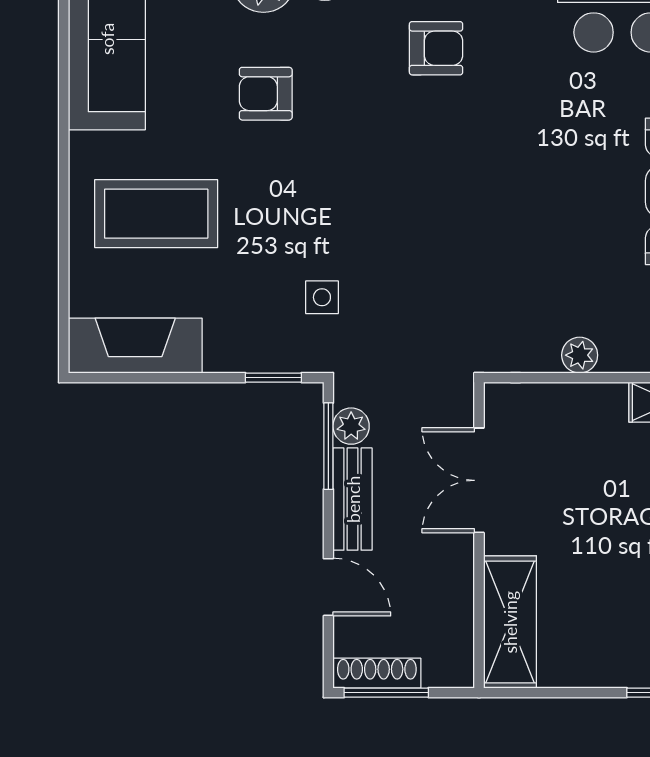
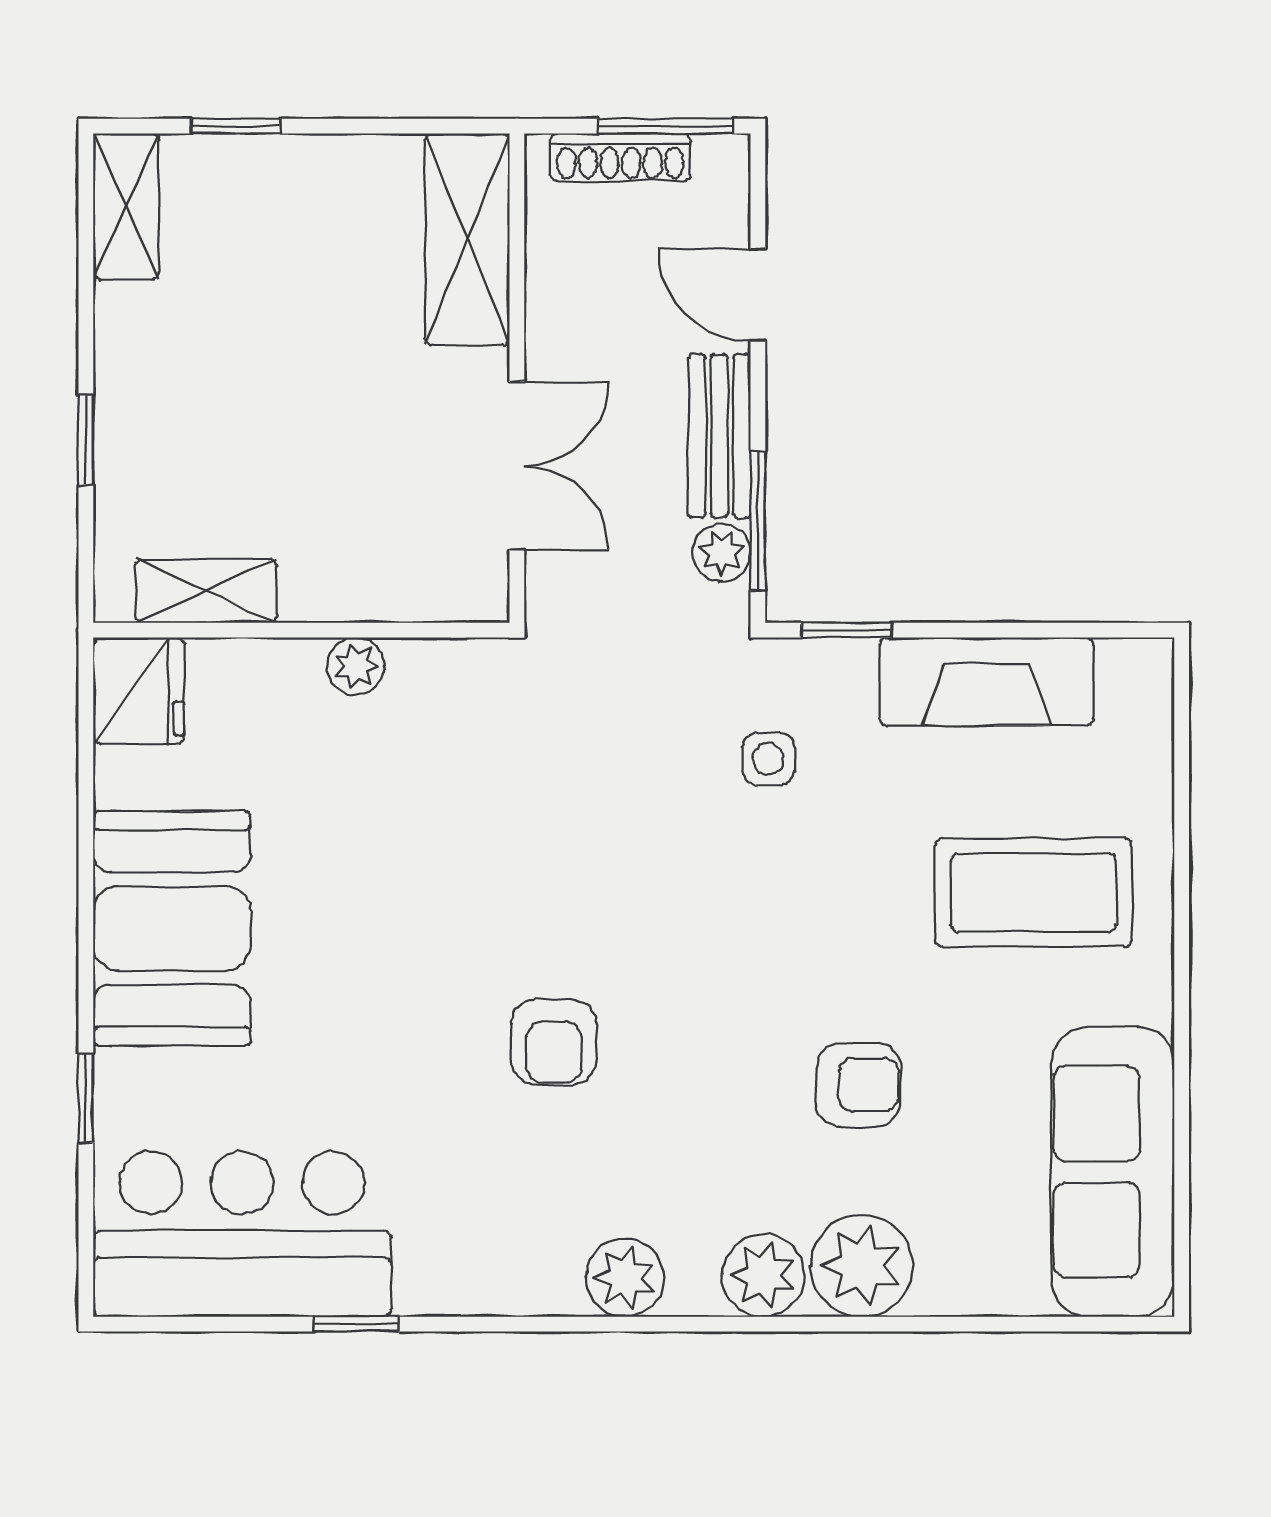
armchair: (436, 48) -> (554, 1042), moved, turned -90
fireplace: (135, 346) -> (987, 681), moved
shoe rack: (377, 673) -> (620, 157), moved

